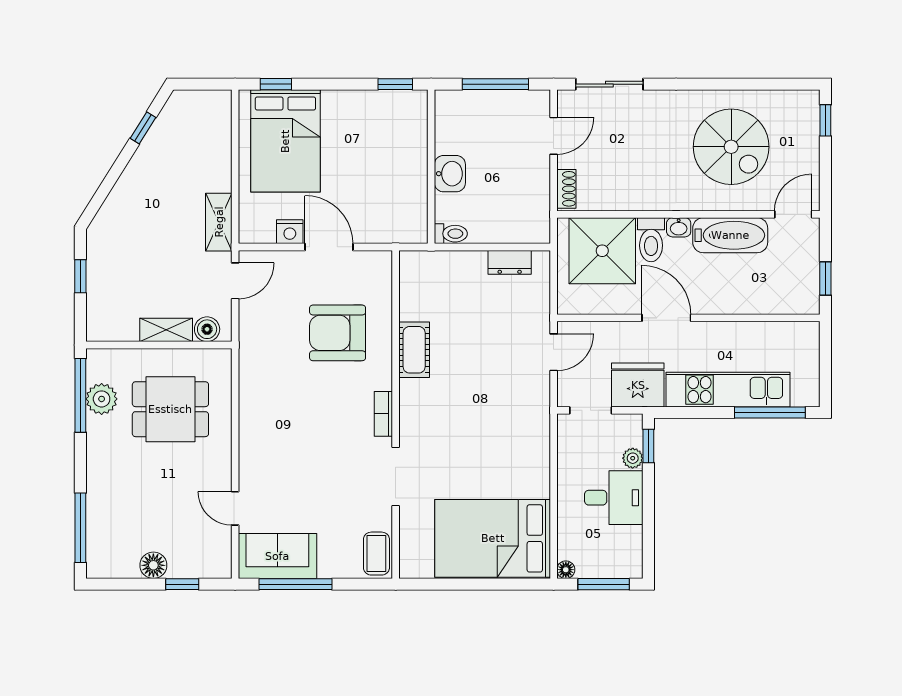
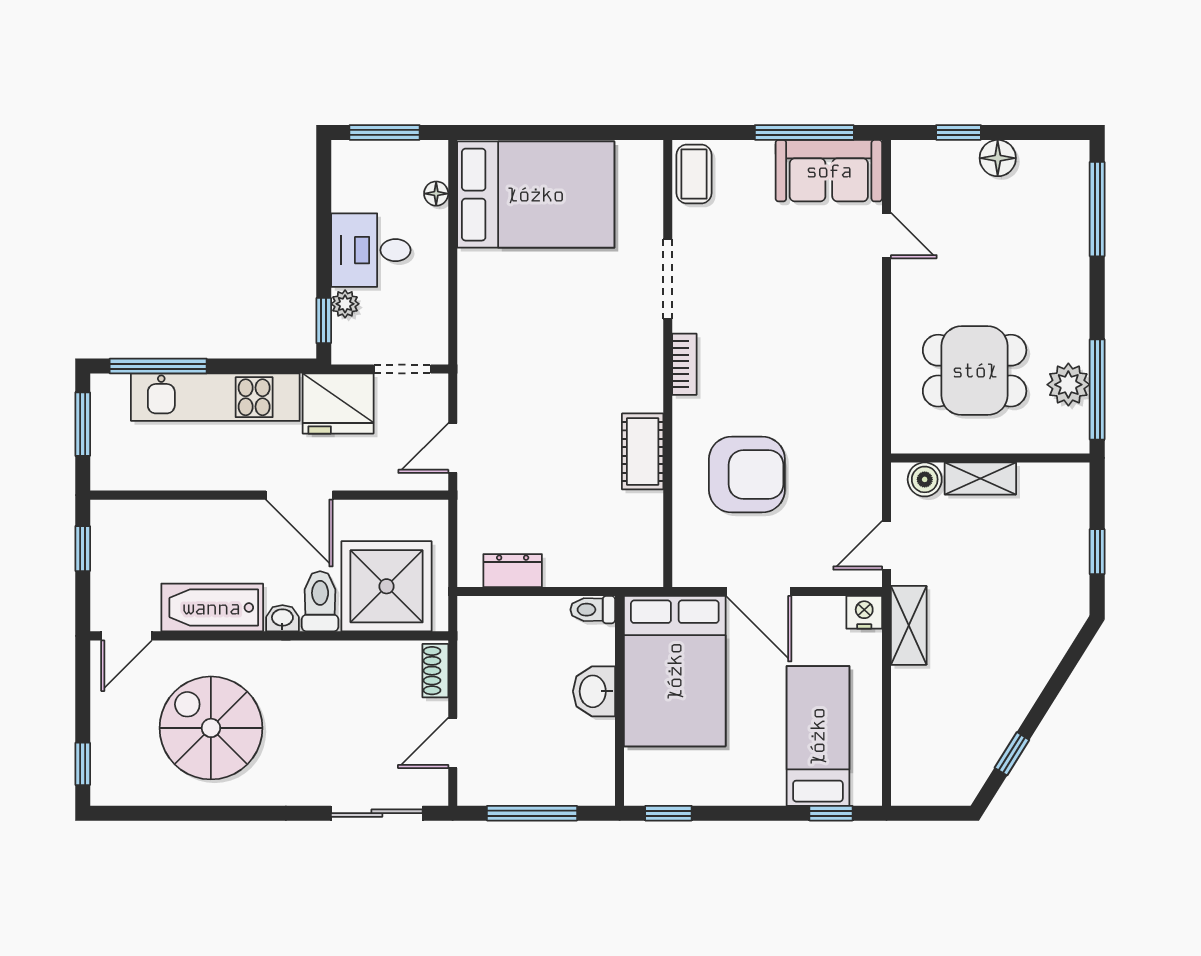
bed: (285, 141) -> (818, 736), width x0.67
bed: (391, 188) -> (675, 671), added
nightstand: (290, 232) -> (864, 612), moved
window: (825, 370) -> (83, 424), added
floor lamp: (566, 570) -> (436, 194), moved

